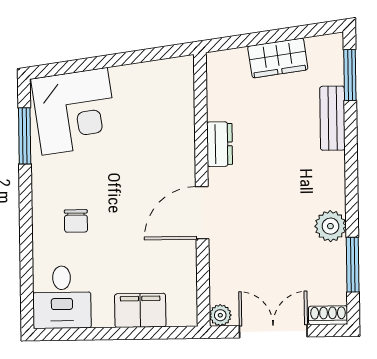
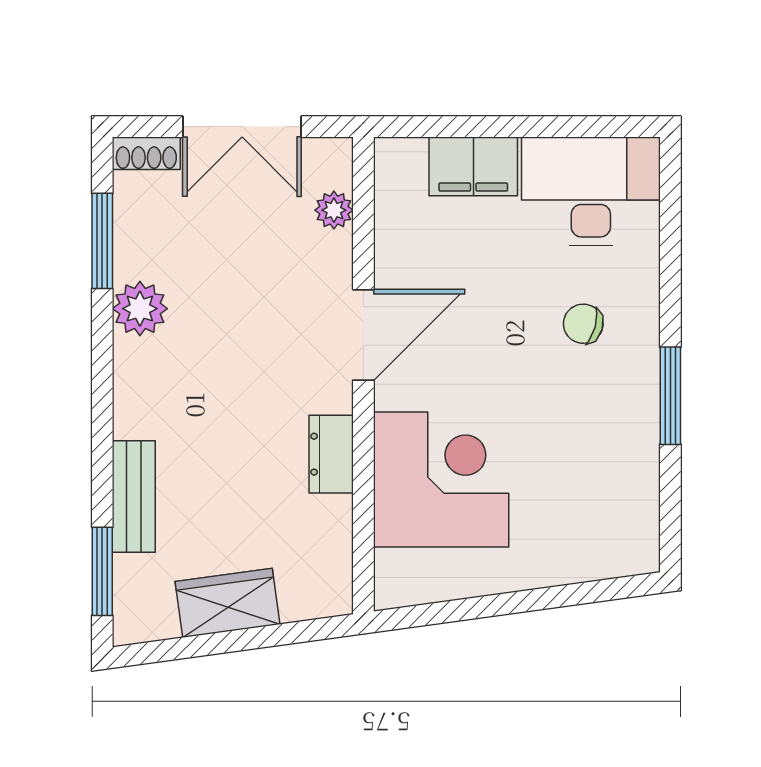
corner desk: (75, 111) -> (441, 479), moved, turned 98
window: (25, 136) -> (670, 396), moved
chair: (76, 221) -> (583, 324), turned -74
desk: (62, 297) -> (591, 191), width x1.37
plant: (220, 315) -> (334, 210), moved

